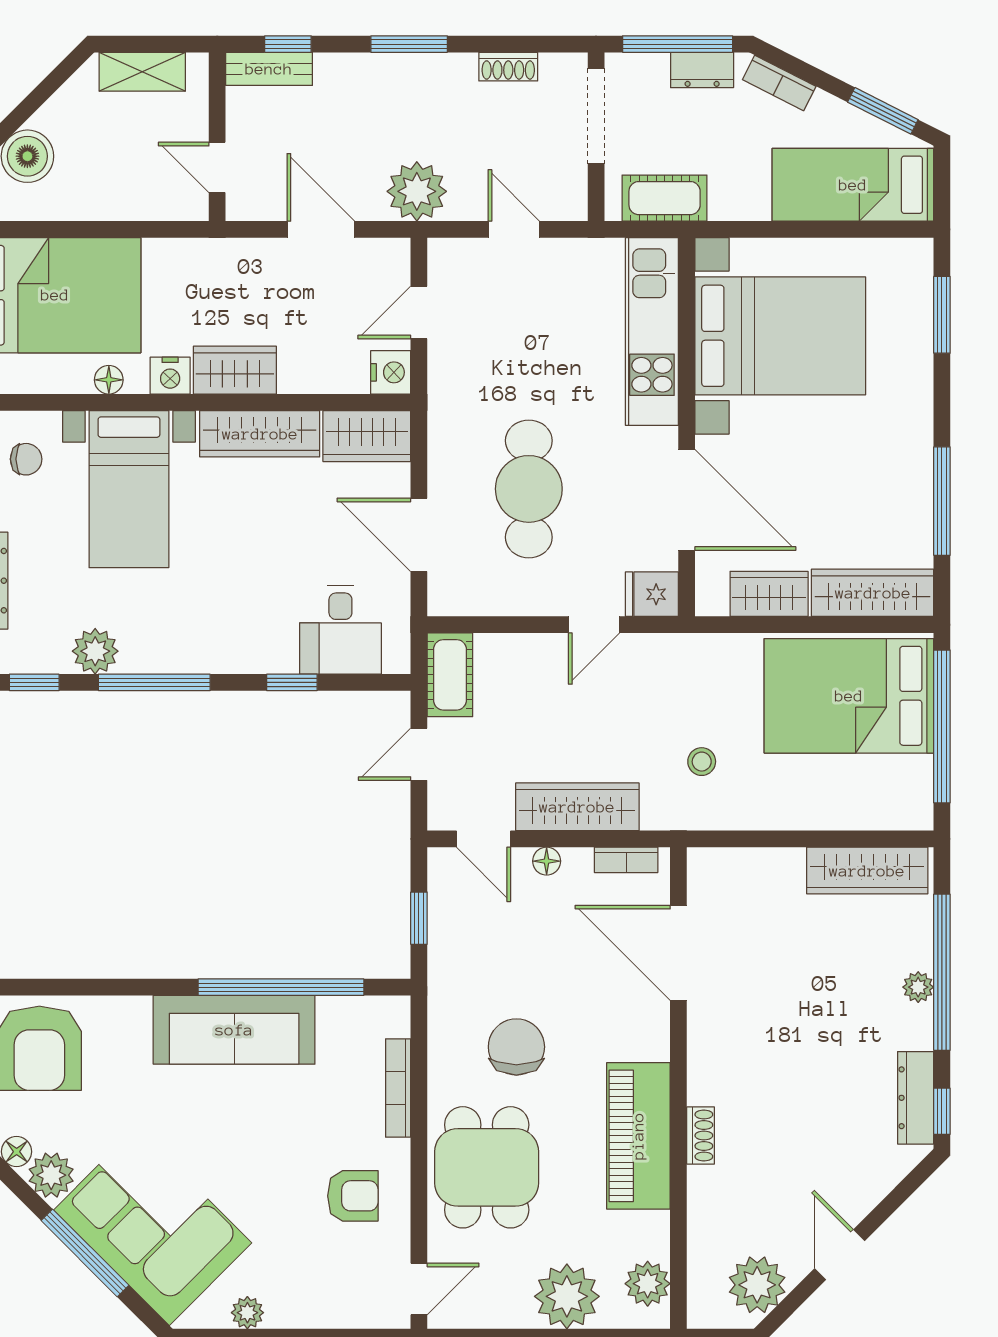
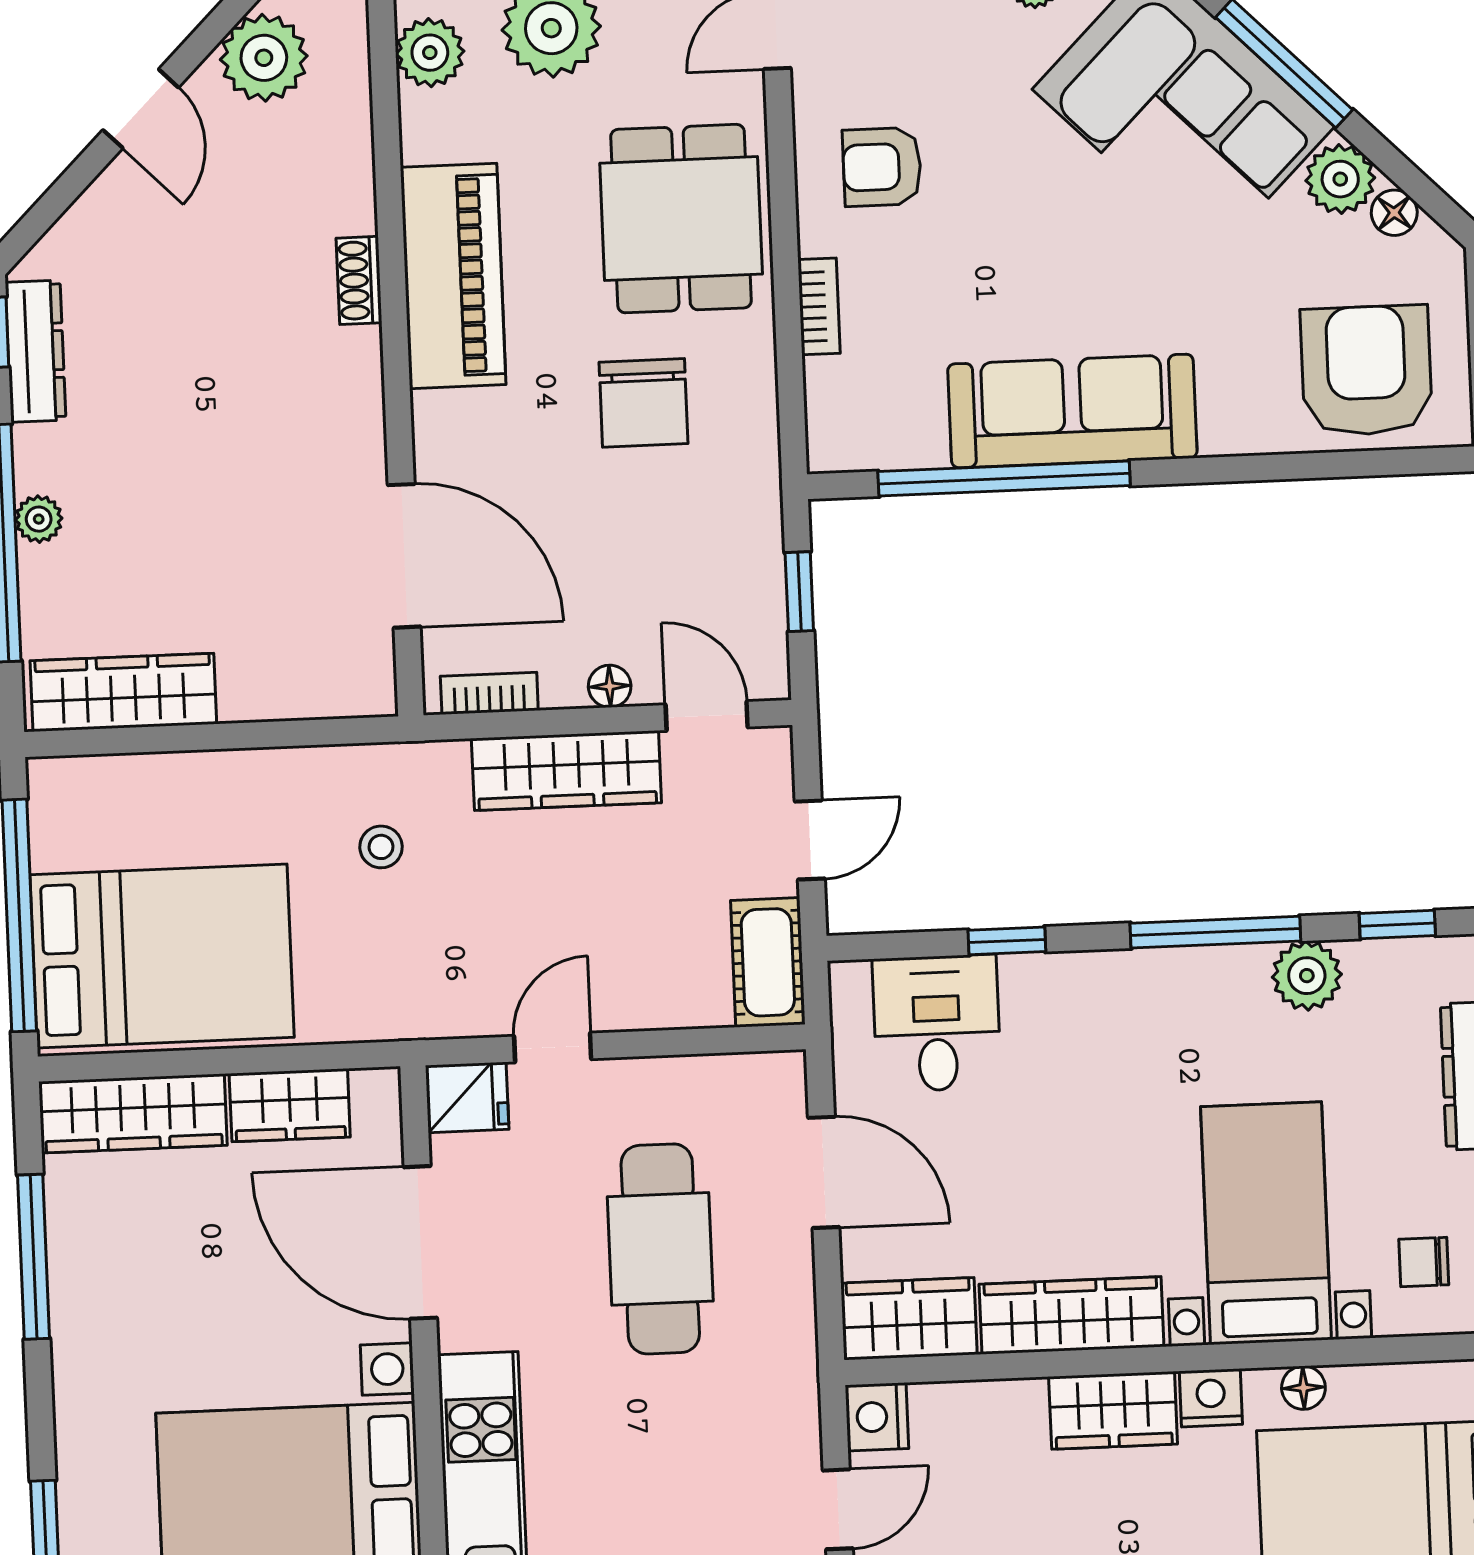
bookcase: (398, 1088) -> (819, 306), width x0.64

